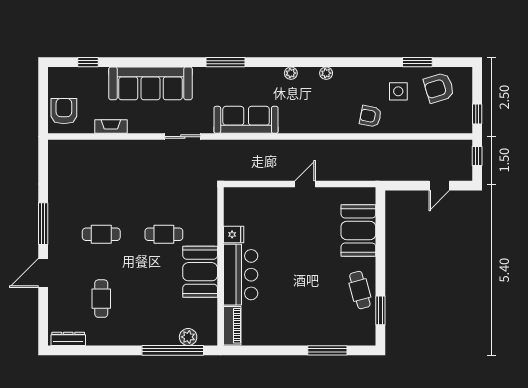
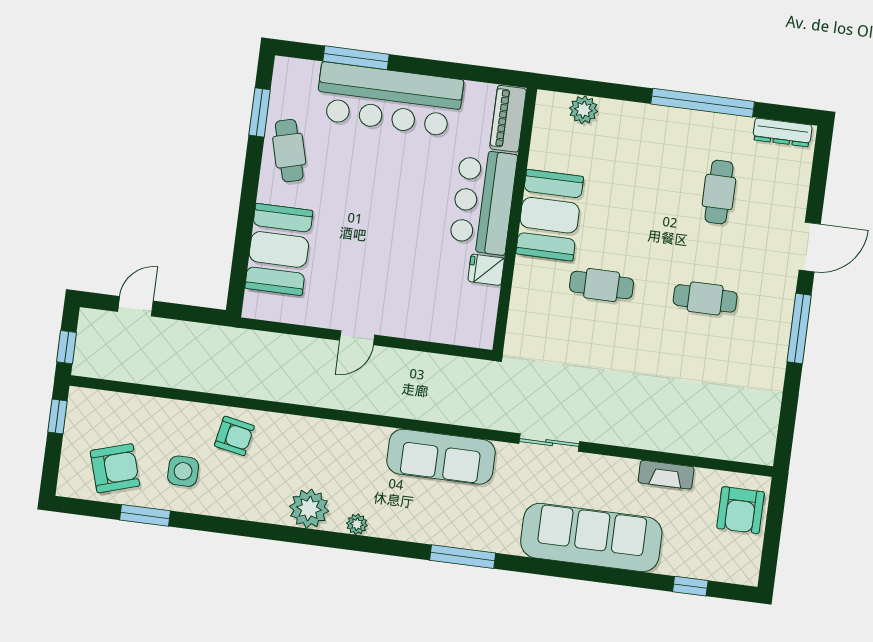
plant: (326, 73) -> (309, 509), width x1.88, depth x1.88
bar counter: (304, 328) -> (389, 99), added
window: (173, 350) -> (703, 103), moved

